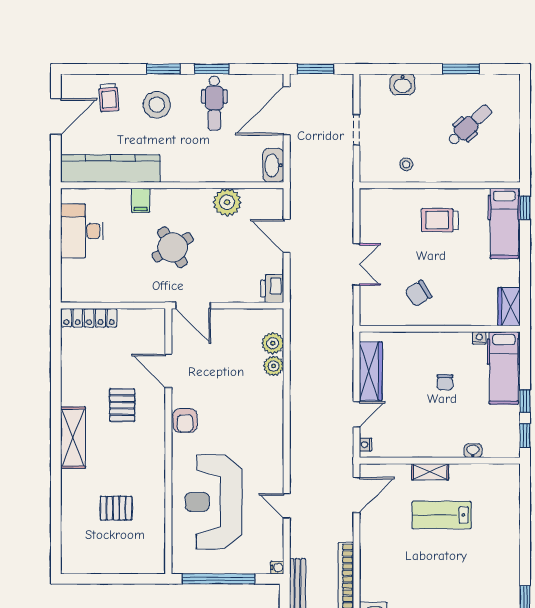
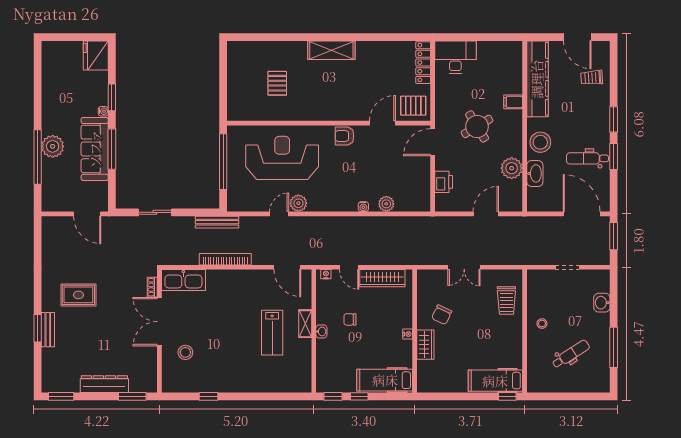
window: (461, 69) -> (614, 347), width x1.44
stool: (157, 105) -> (540, 142), moved
dental chair: (470, 125) -> (571, 354), turned -81
stool: (406, 164) -> (542, 324), moved
washbasin: (273, 165) -> (535, 173), moved, turned 90
trolley: (440, 220) -> (506, 301), moved, turned 180
desk: (82, 231) -> (455, 57), moved
printer: (272, 289) -> (444, 182), moved, turned 90
chair: (418, 294) -> (442, 315), turned -123
wardrobe: (509, 307) -> (425, 345), moved, turned 90
nightstand: (479, 338) -> (408, 334), moved
plant: (273, 343) -> (298, 203), moved
chair: (445, 382) -> (350, 319), moved
pallet: (122, 405) -> (413, 106), moved
washbasin: (473, 451) -> (321, 331), moved
lab bench: (442, 515) -> (272, 333), turned 180
water cooler: (277, 568) -> (363, 207), moved

